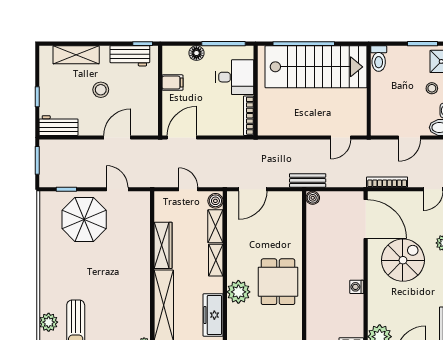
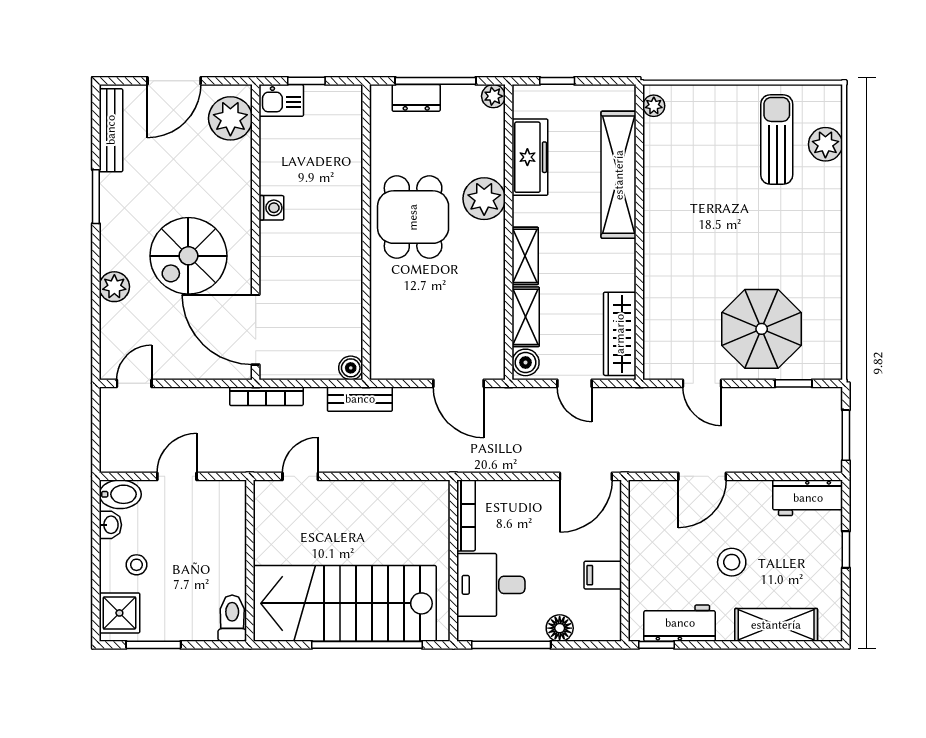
bookcase: (387, 182) -> (266, 396), moved
door: (253, 189) -> (458, 383), swing flipped
wardrobe: (163, 245) -> (620, 334), moved

